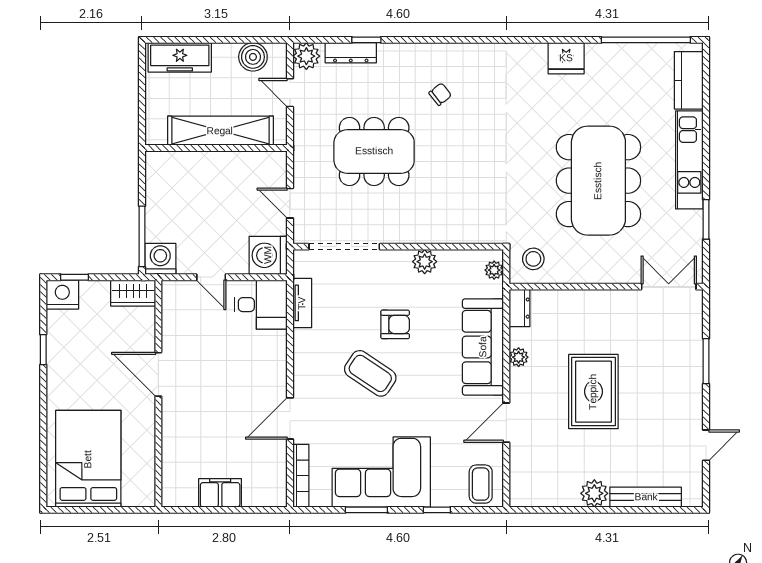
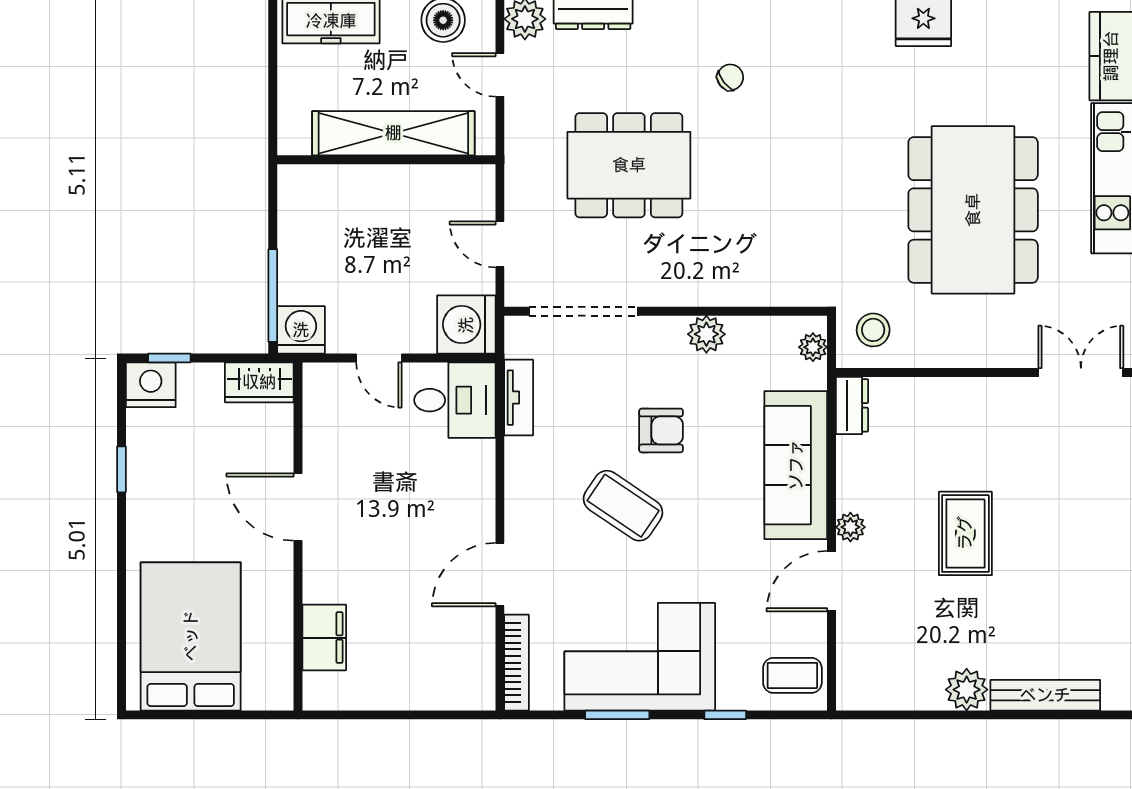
plant: (519, 357) -> (850, 527), moved
rug: (593, 392) -> (965, 533), width x0.73, depth x0.70
coffee table: (481, 484) -> (792, 675), turned 90
filing cabinet: (220, 493) -> (324, 638), moved, turned 90

